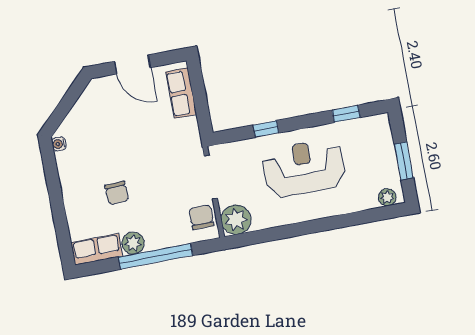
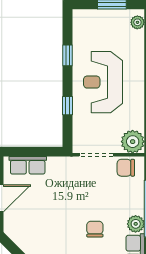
window: (346, 114) -> (67, 55), moved
chair: (117, 193) -> (95, 229), turned -87

